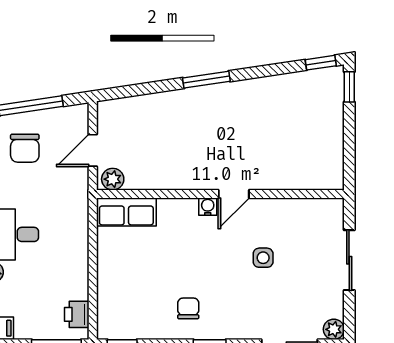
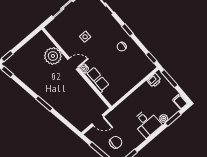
plant: (113, 179) -> (53, 56), moved, width x1.87, depth x1.87
row of seats: (126, 212) -> (97, 80), moved

